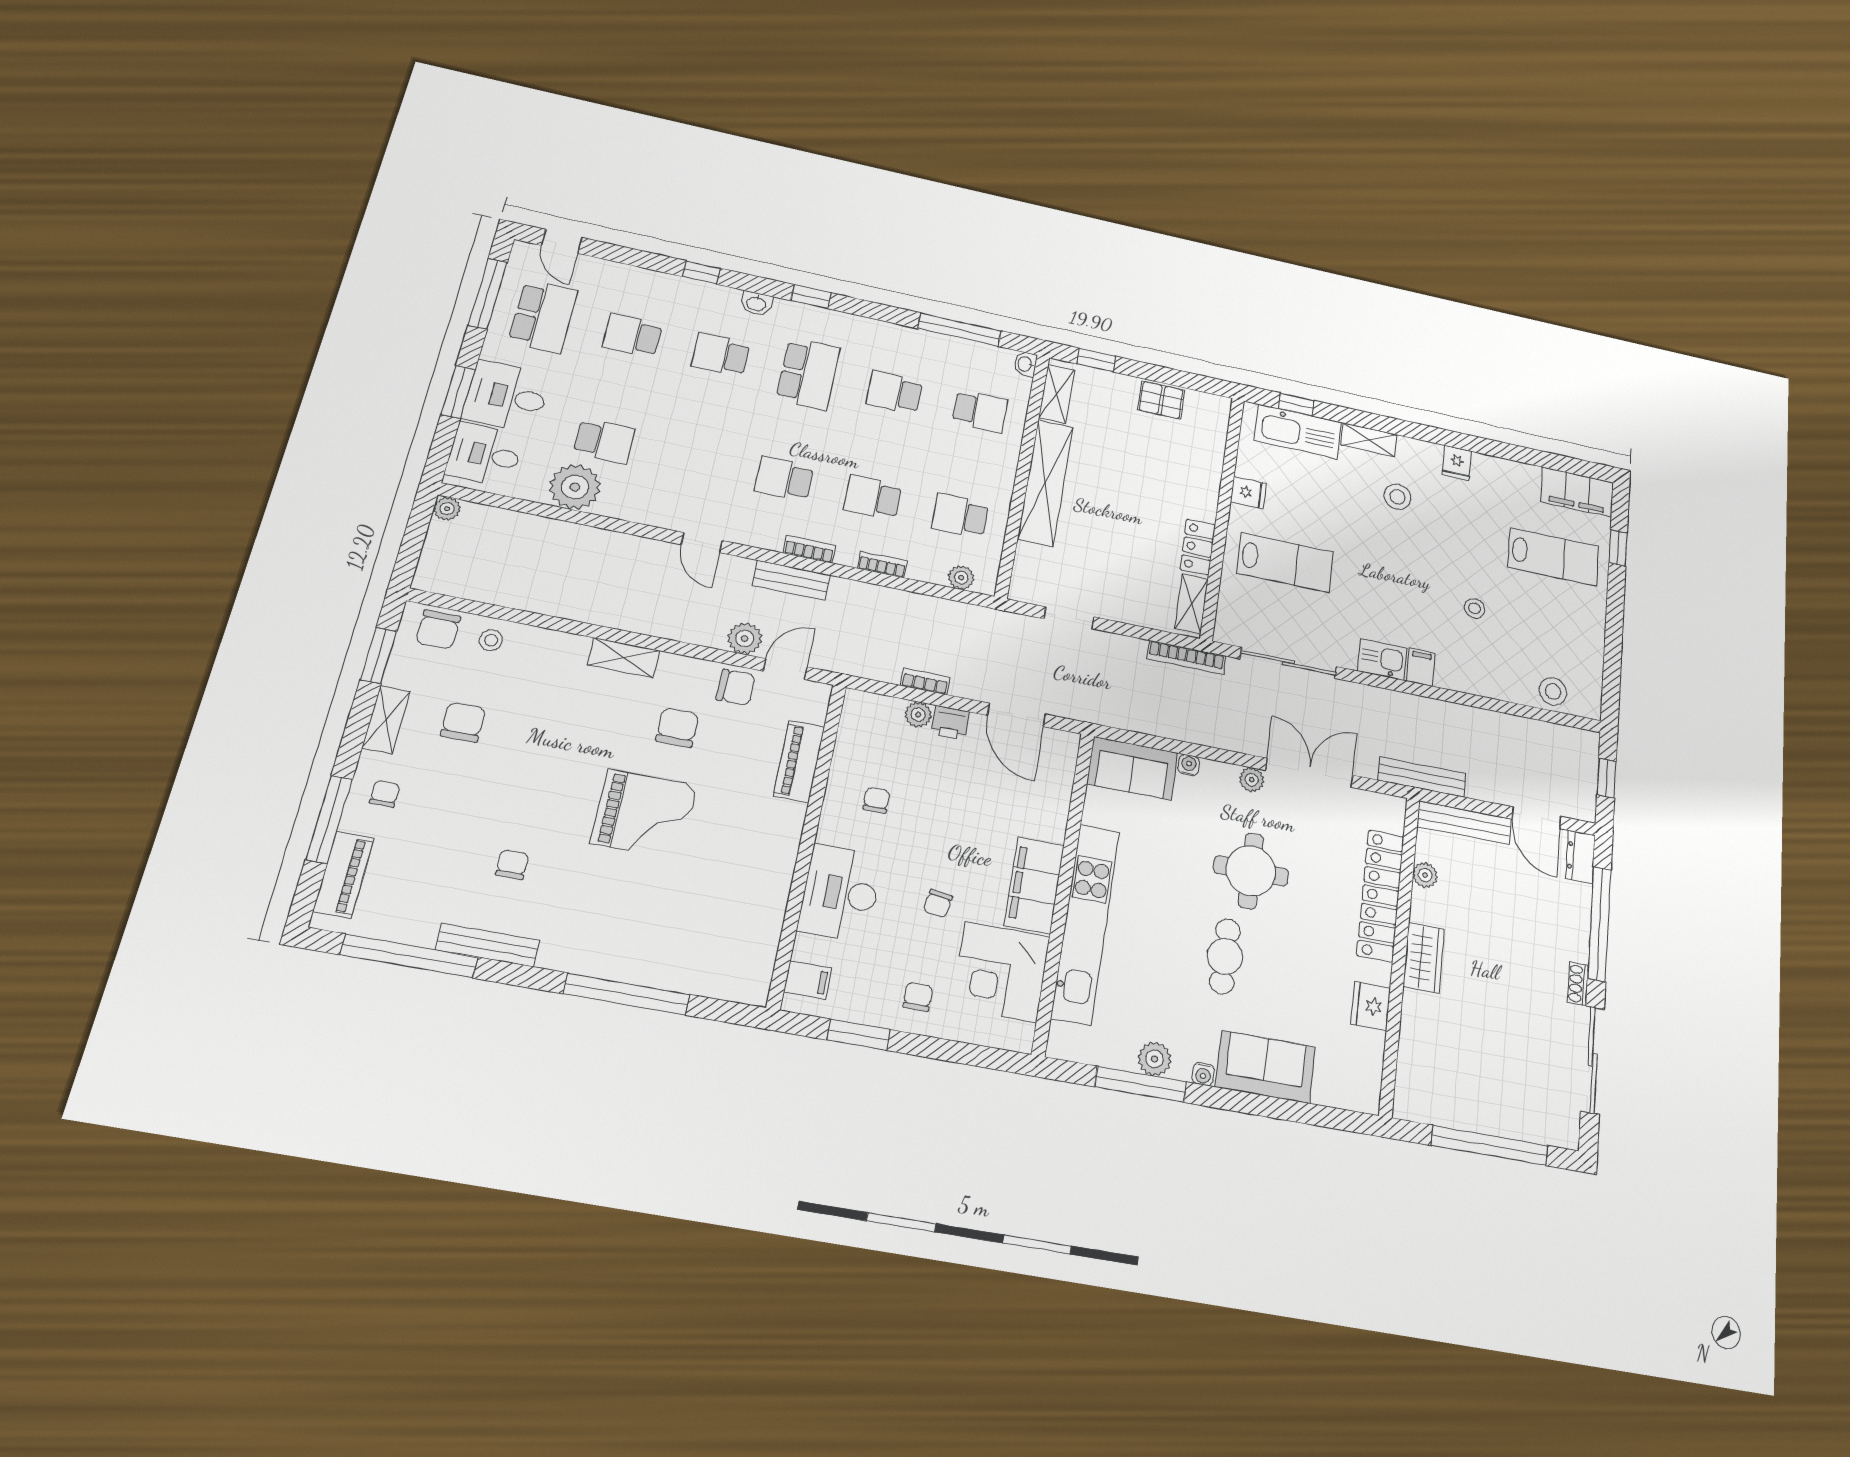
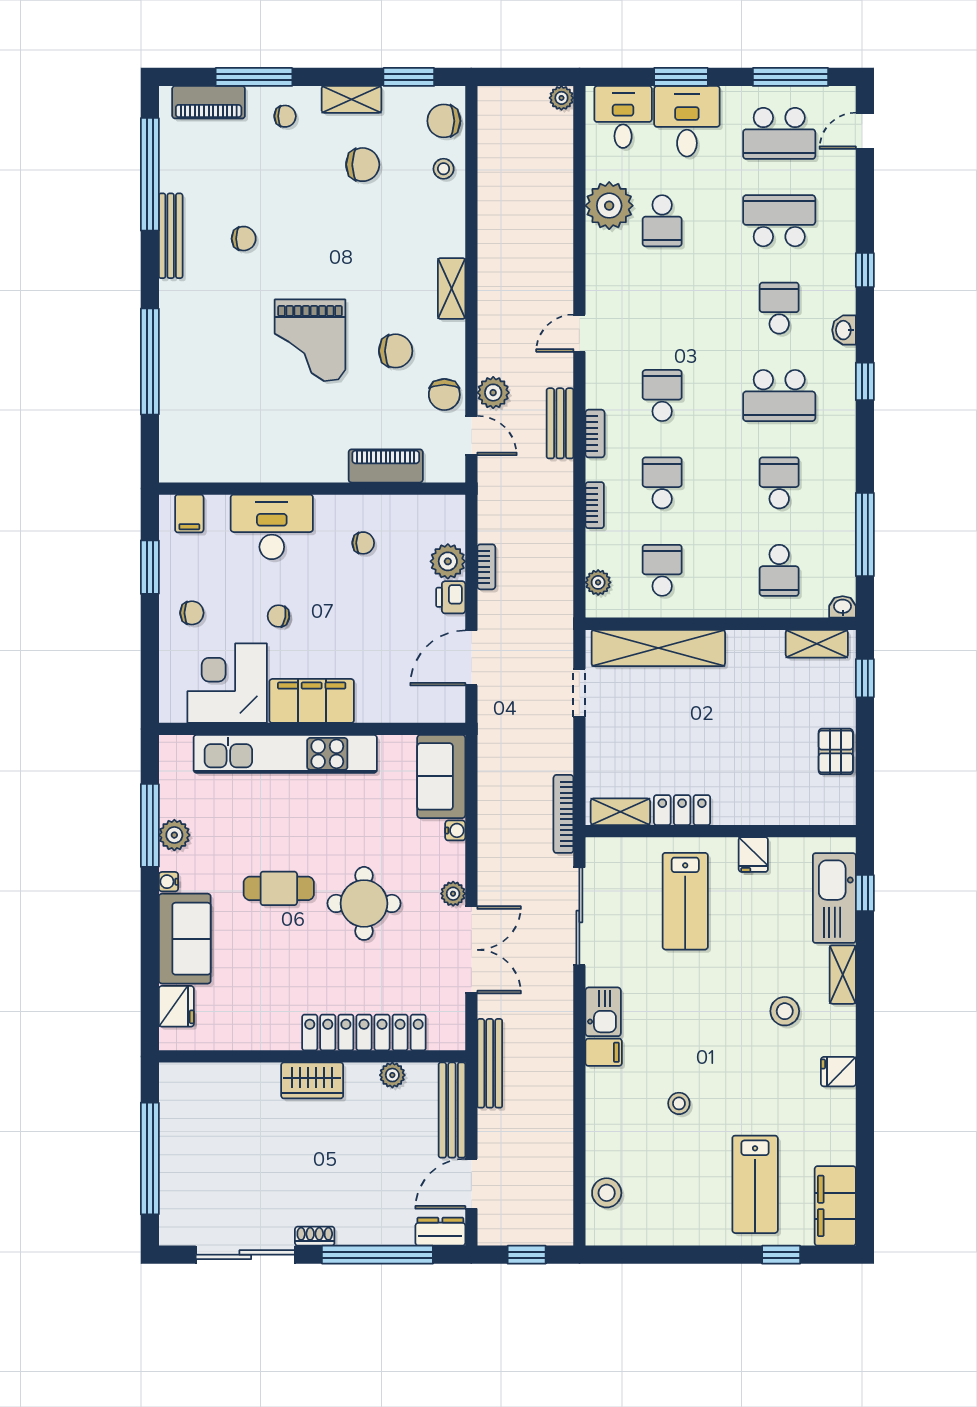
school desk: (632, 336) -> (779, 221), width x1.85
shelving: (1046, 483) -> (658, 648), moved
plant: (918, 715) -> (448, 561), width x1.38, depth x1.38
fridge: (1371, 1006) -> (176, 1006), moved, turned 90

